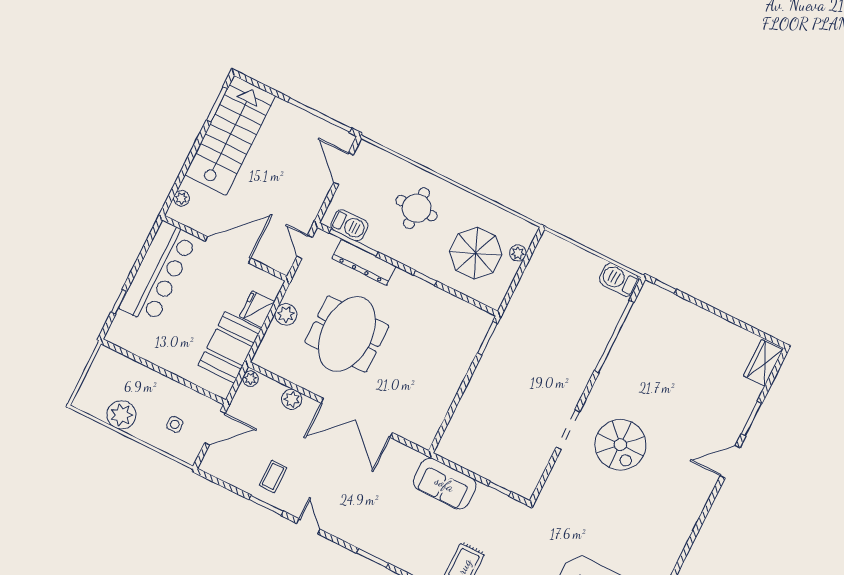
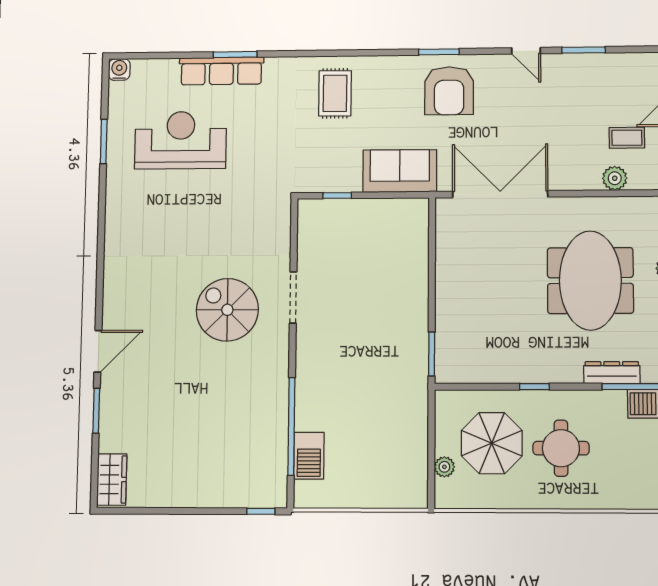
round table: (416, 208) -> (561, 448), moved
dresser: (364, 262) -> (612, 373), width x0.73, depth x0.80
barbecue: (619, 280) -> (309, 456), moved, turned 90
double door: (357, 418) -> (500, 194), moved
coffee table: (273, 476) -> (627, 138), moved, turned 90
armchair: (379, 525) -> (449, 91), added

